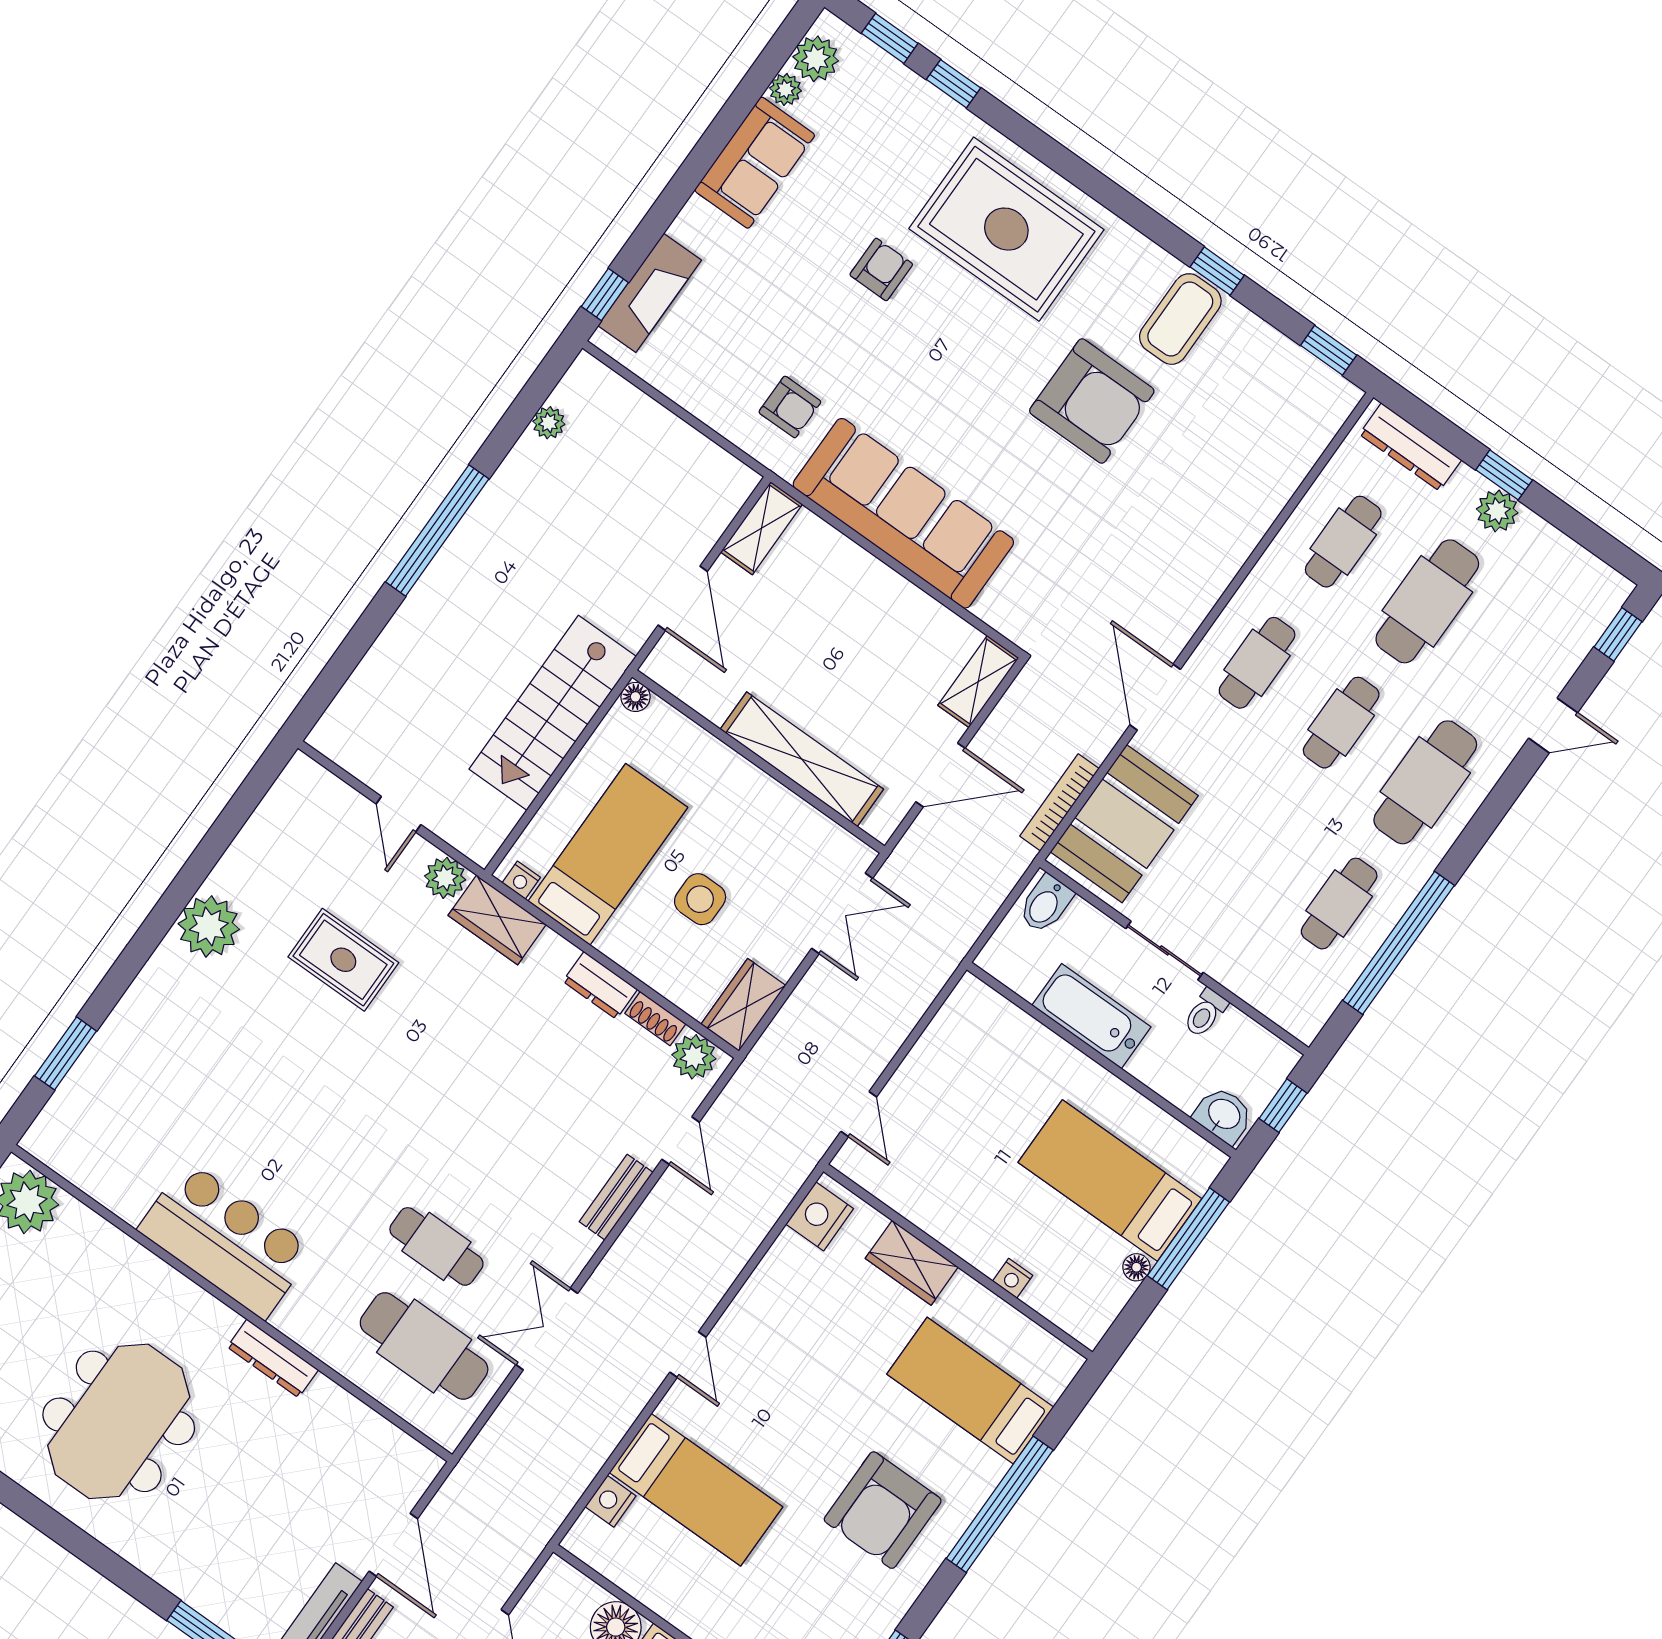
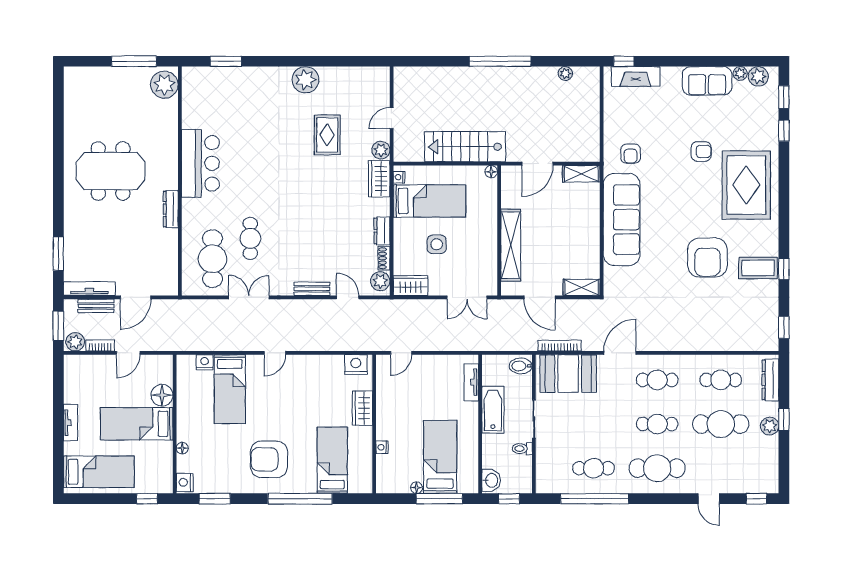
tv unit: (1010, 1020) -> (471, 382), added
door: (681, 1141) -> (348, 297), swing flipped

